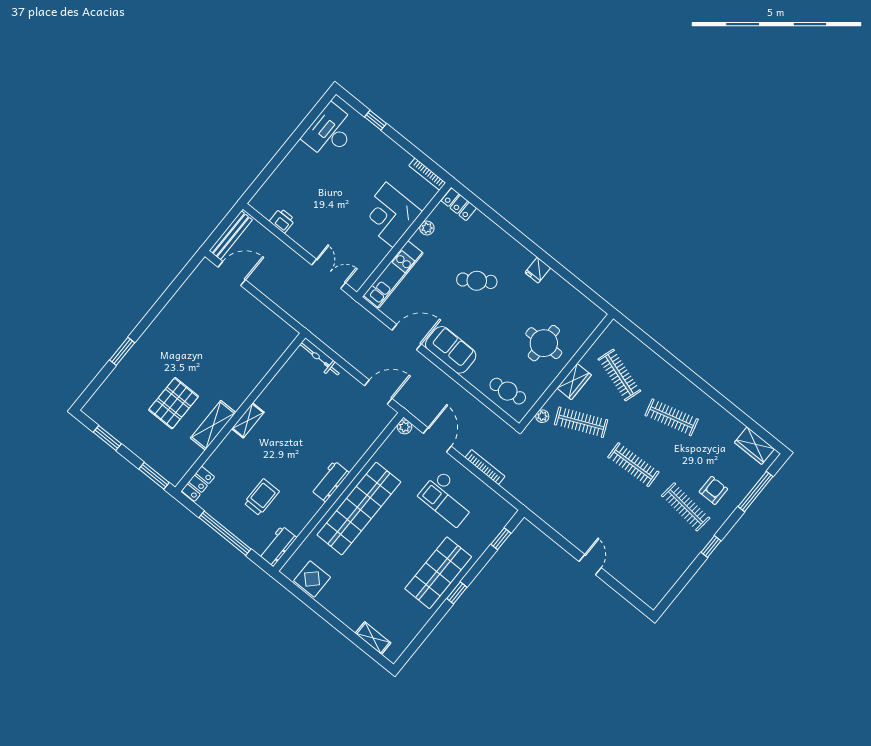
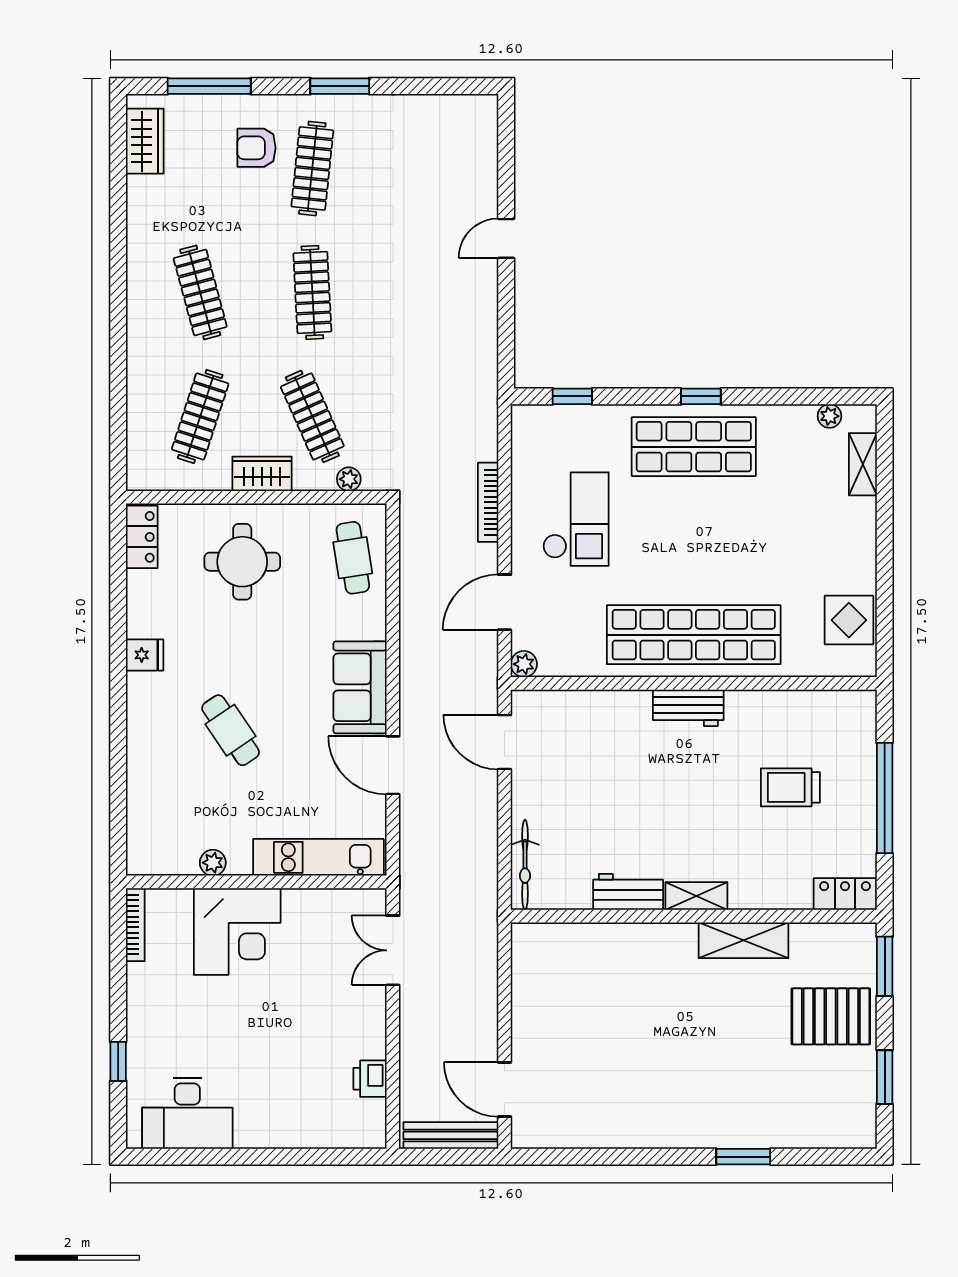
locker: (459, 204) -> (142, 537), moved
pallet: (174, 403) -> (831, 1016), moved
workbench: (278, 546) -> (628, 892), moved, turned 180
window: (711, 547) -> (340, 86), width x1.50
plant: (405, 640) -> (829, 416), added

